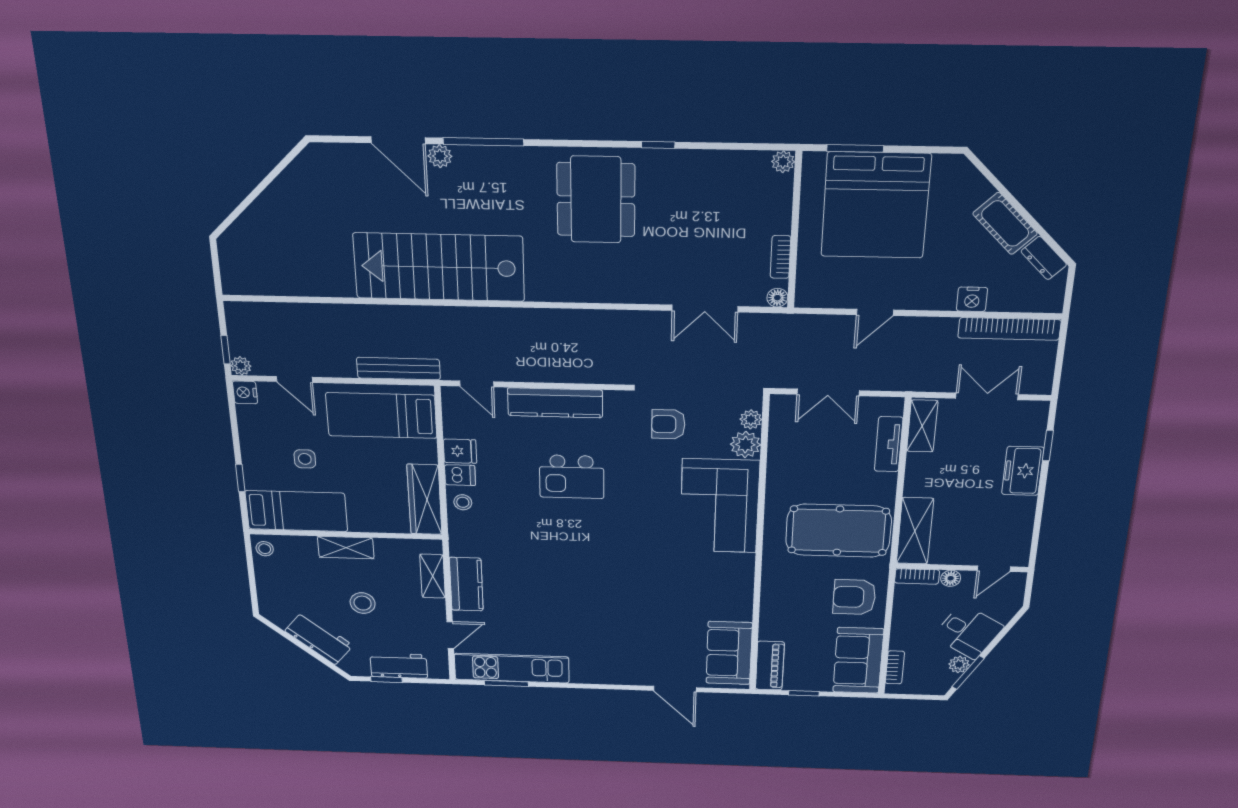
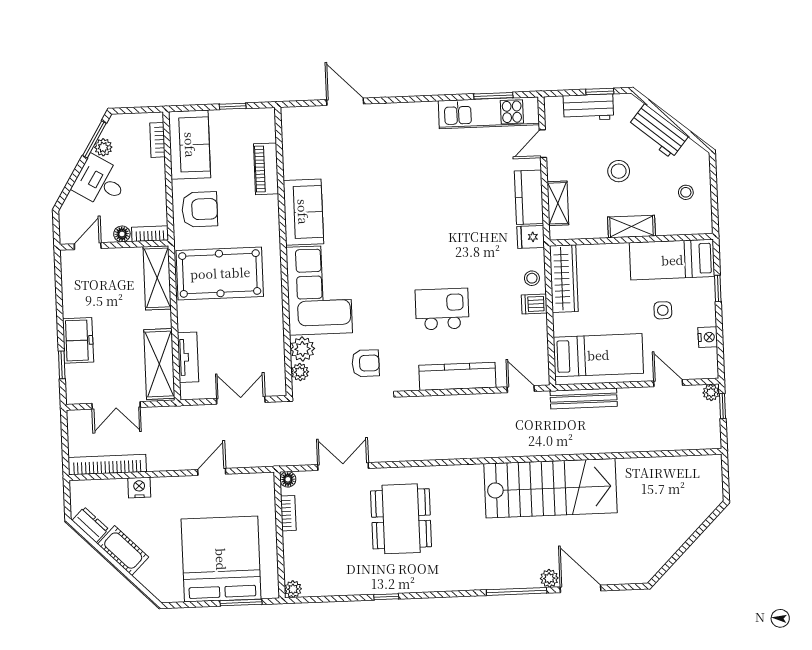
dining table: (596, 200) -> (401, 519), moved
nightstand: (245, 392) -> (708, 337), moved
shelving: (922, 426) -> (159, 364), width x1.50, depth x1.33
fridge: (460, 451) -> (531, 237), moved
stool: (265, 549) -> (686, 192), moved
sofa: (729, 653) -> (303, 212), moved
piano: (770, 666) -> (266, 169), moved

